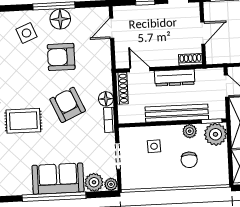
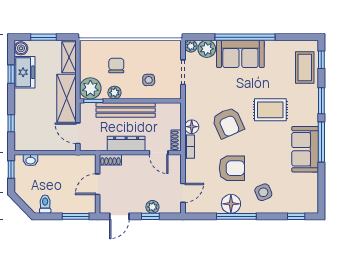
plant: (143, 12) -> (152, 207), added
shoe rack: (122, 88) -> (176, 140), width x0.70
bookcase: (109, 120) -> (190, 147), moved

